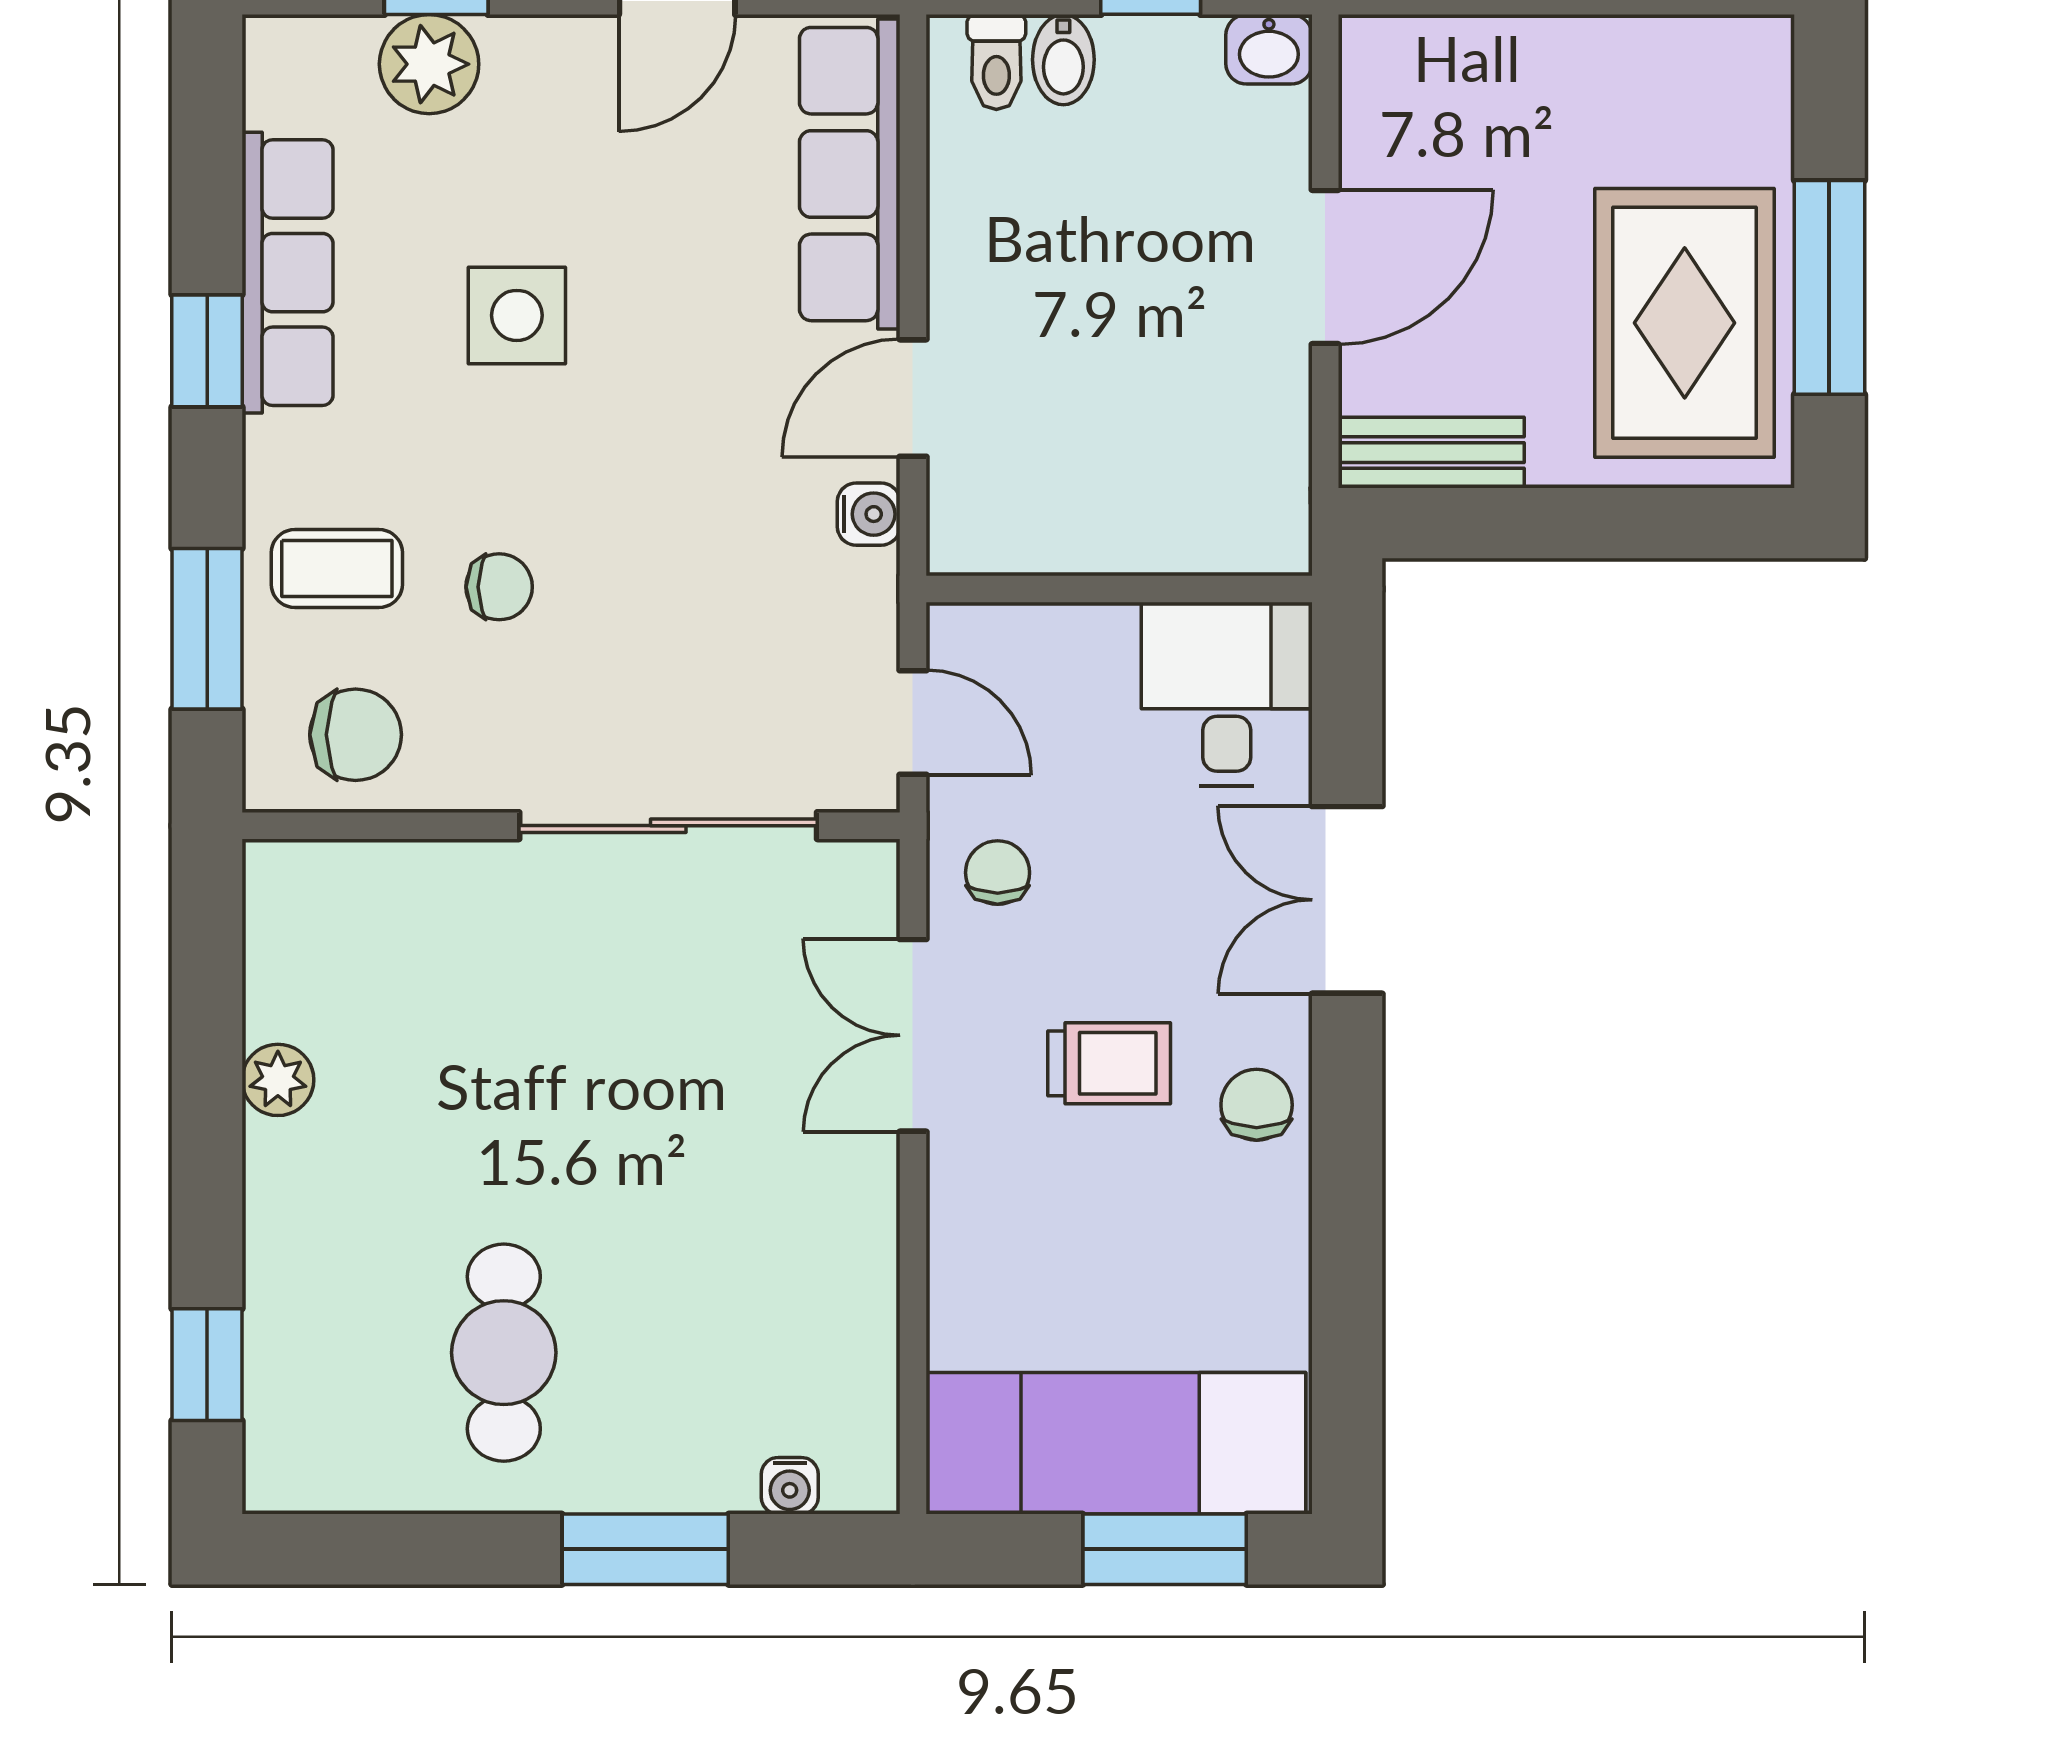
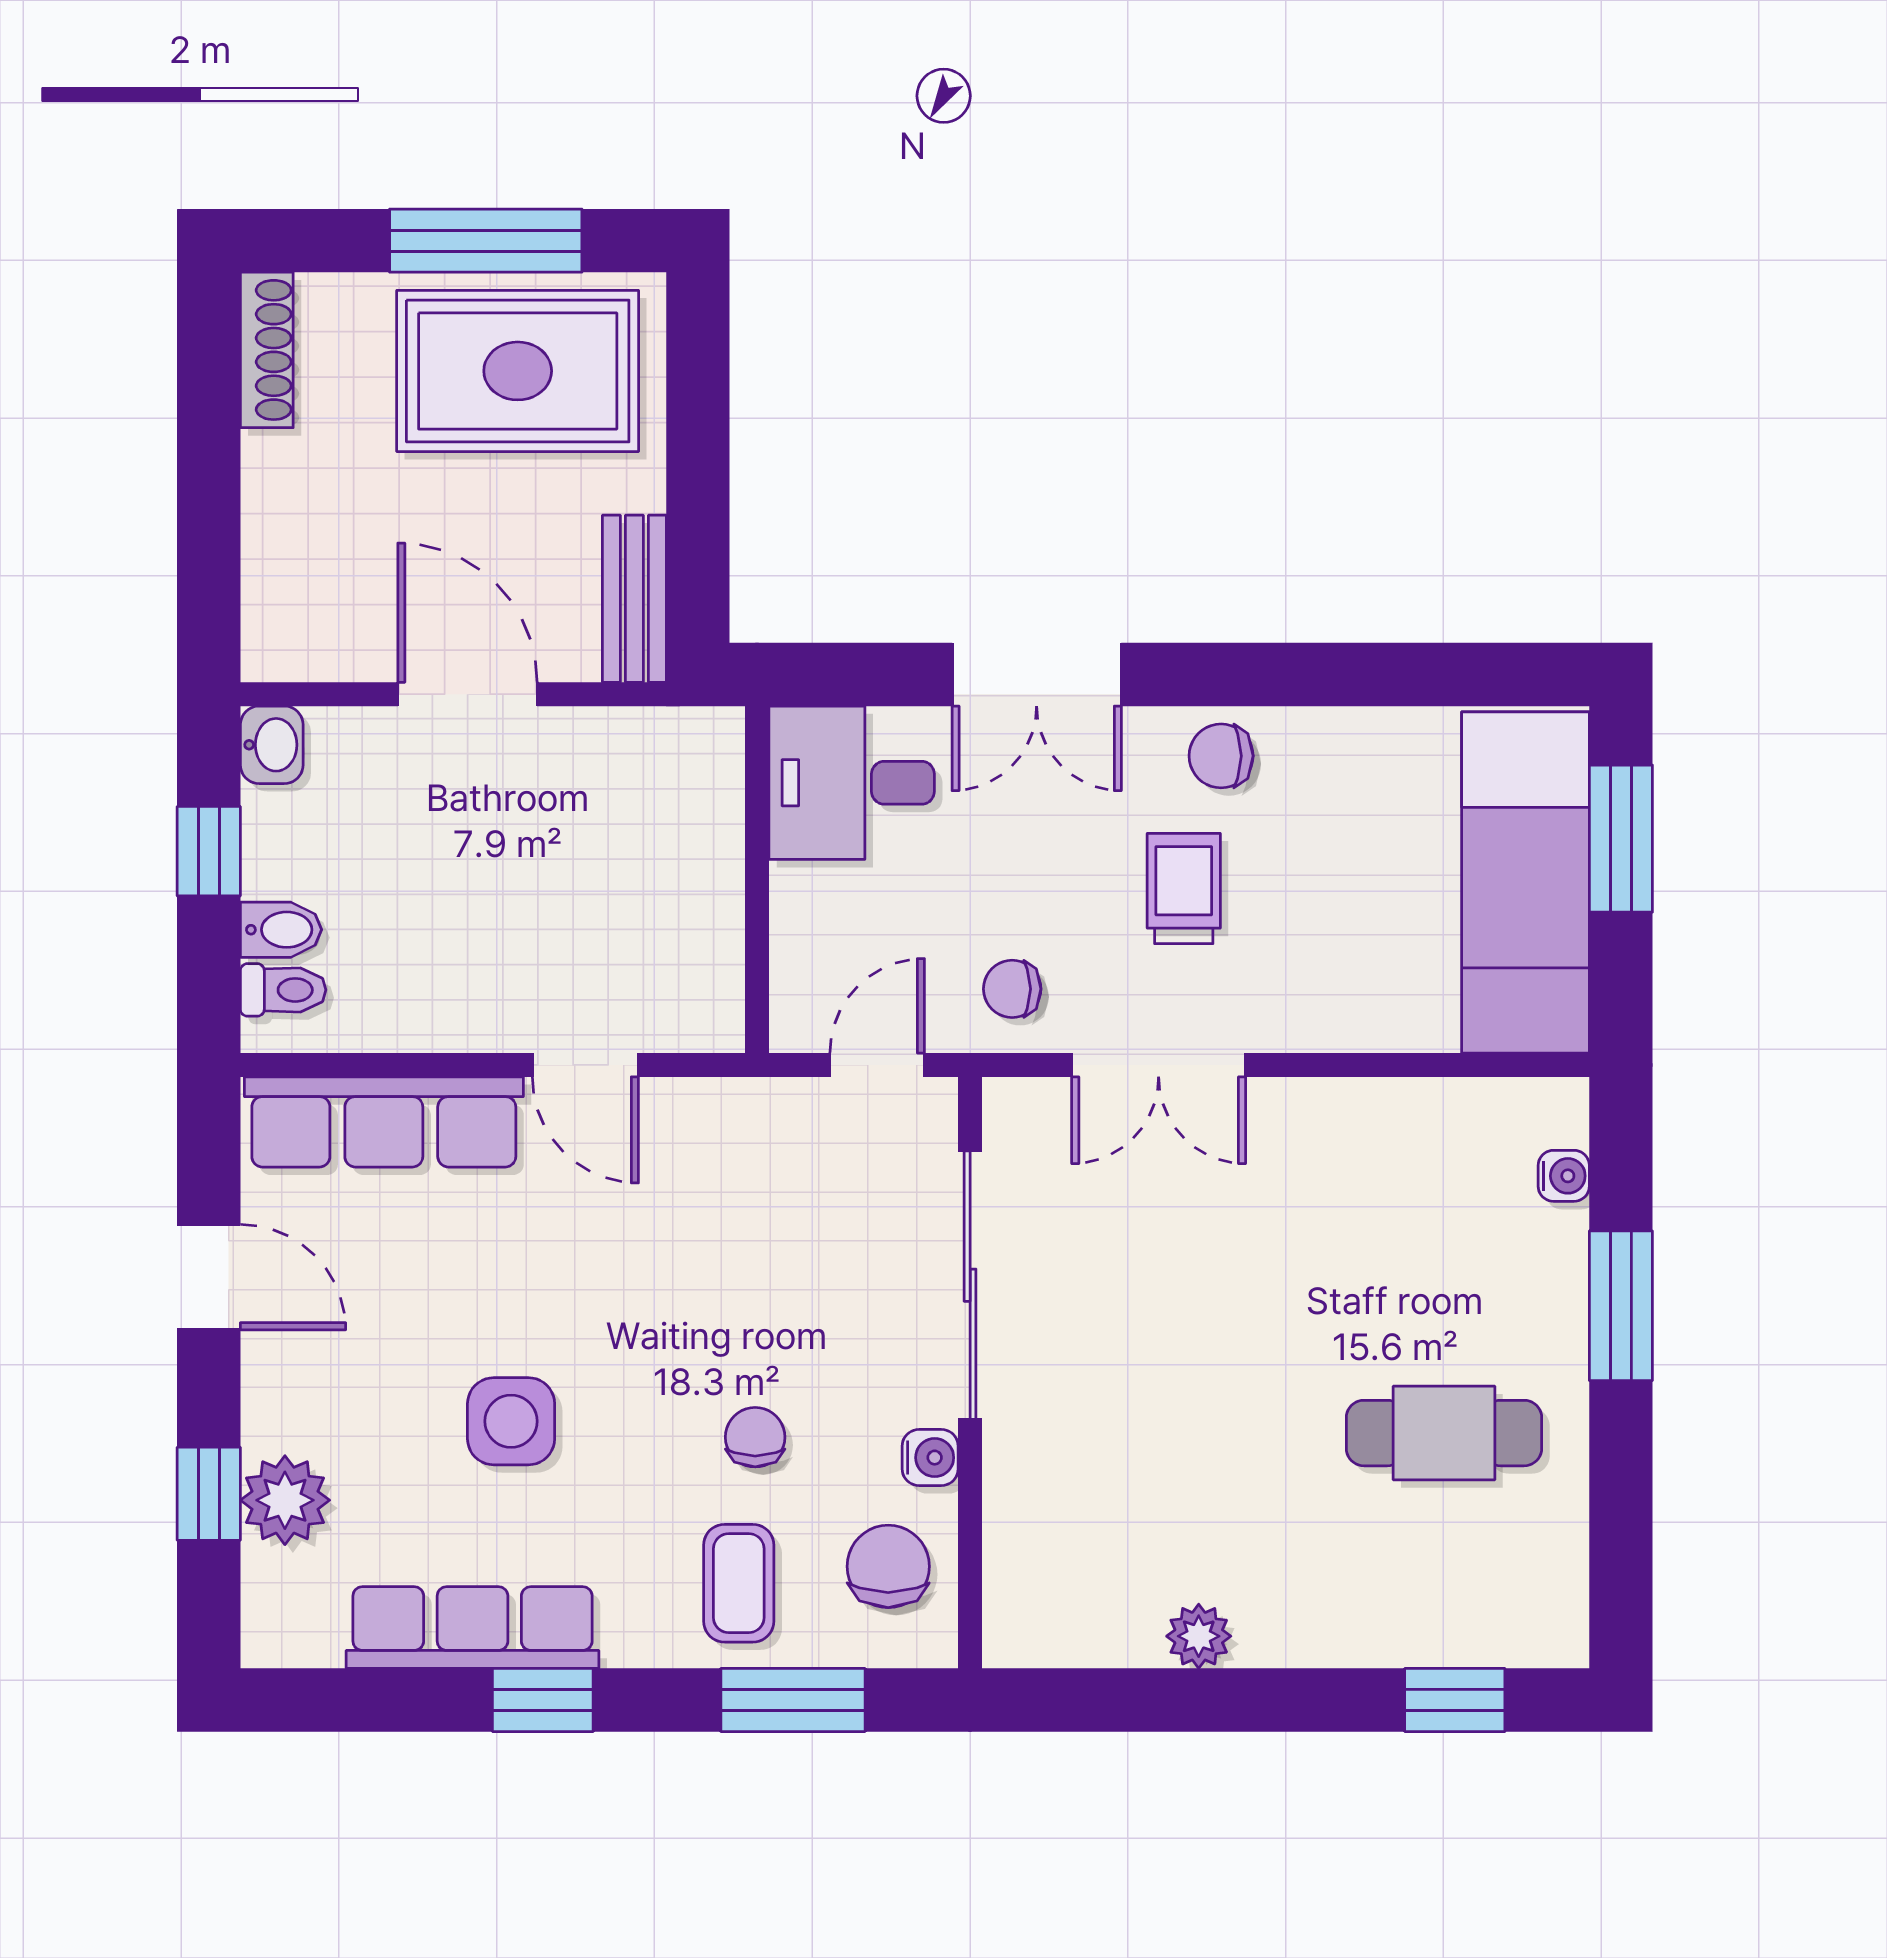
shoe rack: (1708, 44) -> (267, 350), added
water cooler: (869, 514) -> (930, 1458), moved, turned 90

